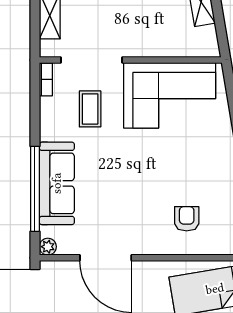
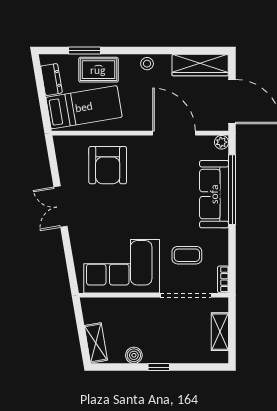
coffee table: (90, 109) -> (187, 255), turned 90
armchair: (187, 219) -> (108, 165), width x1.88, depth x1.88

